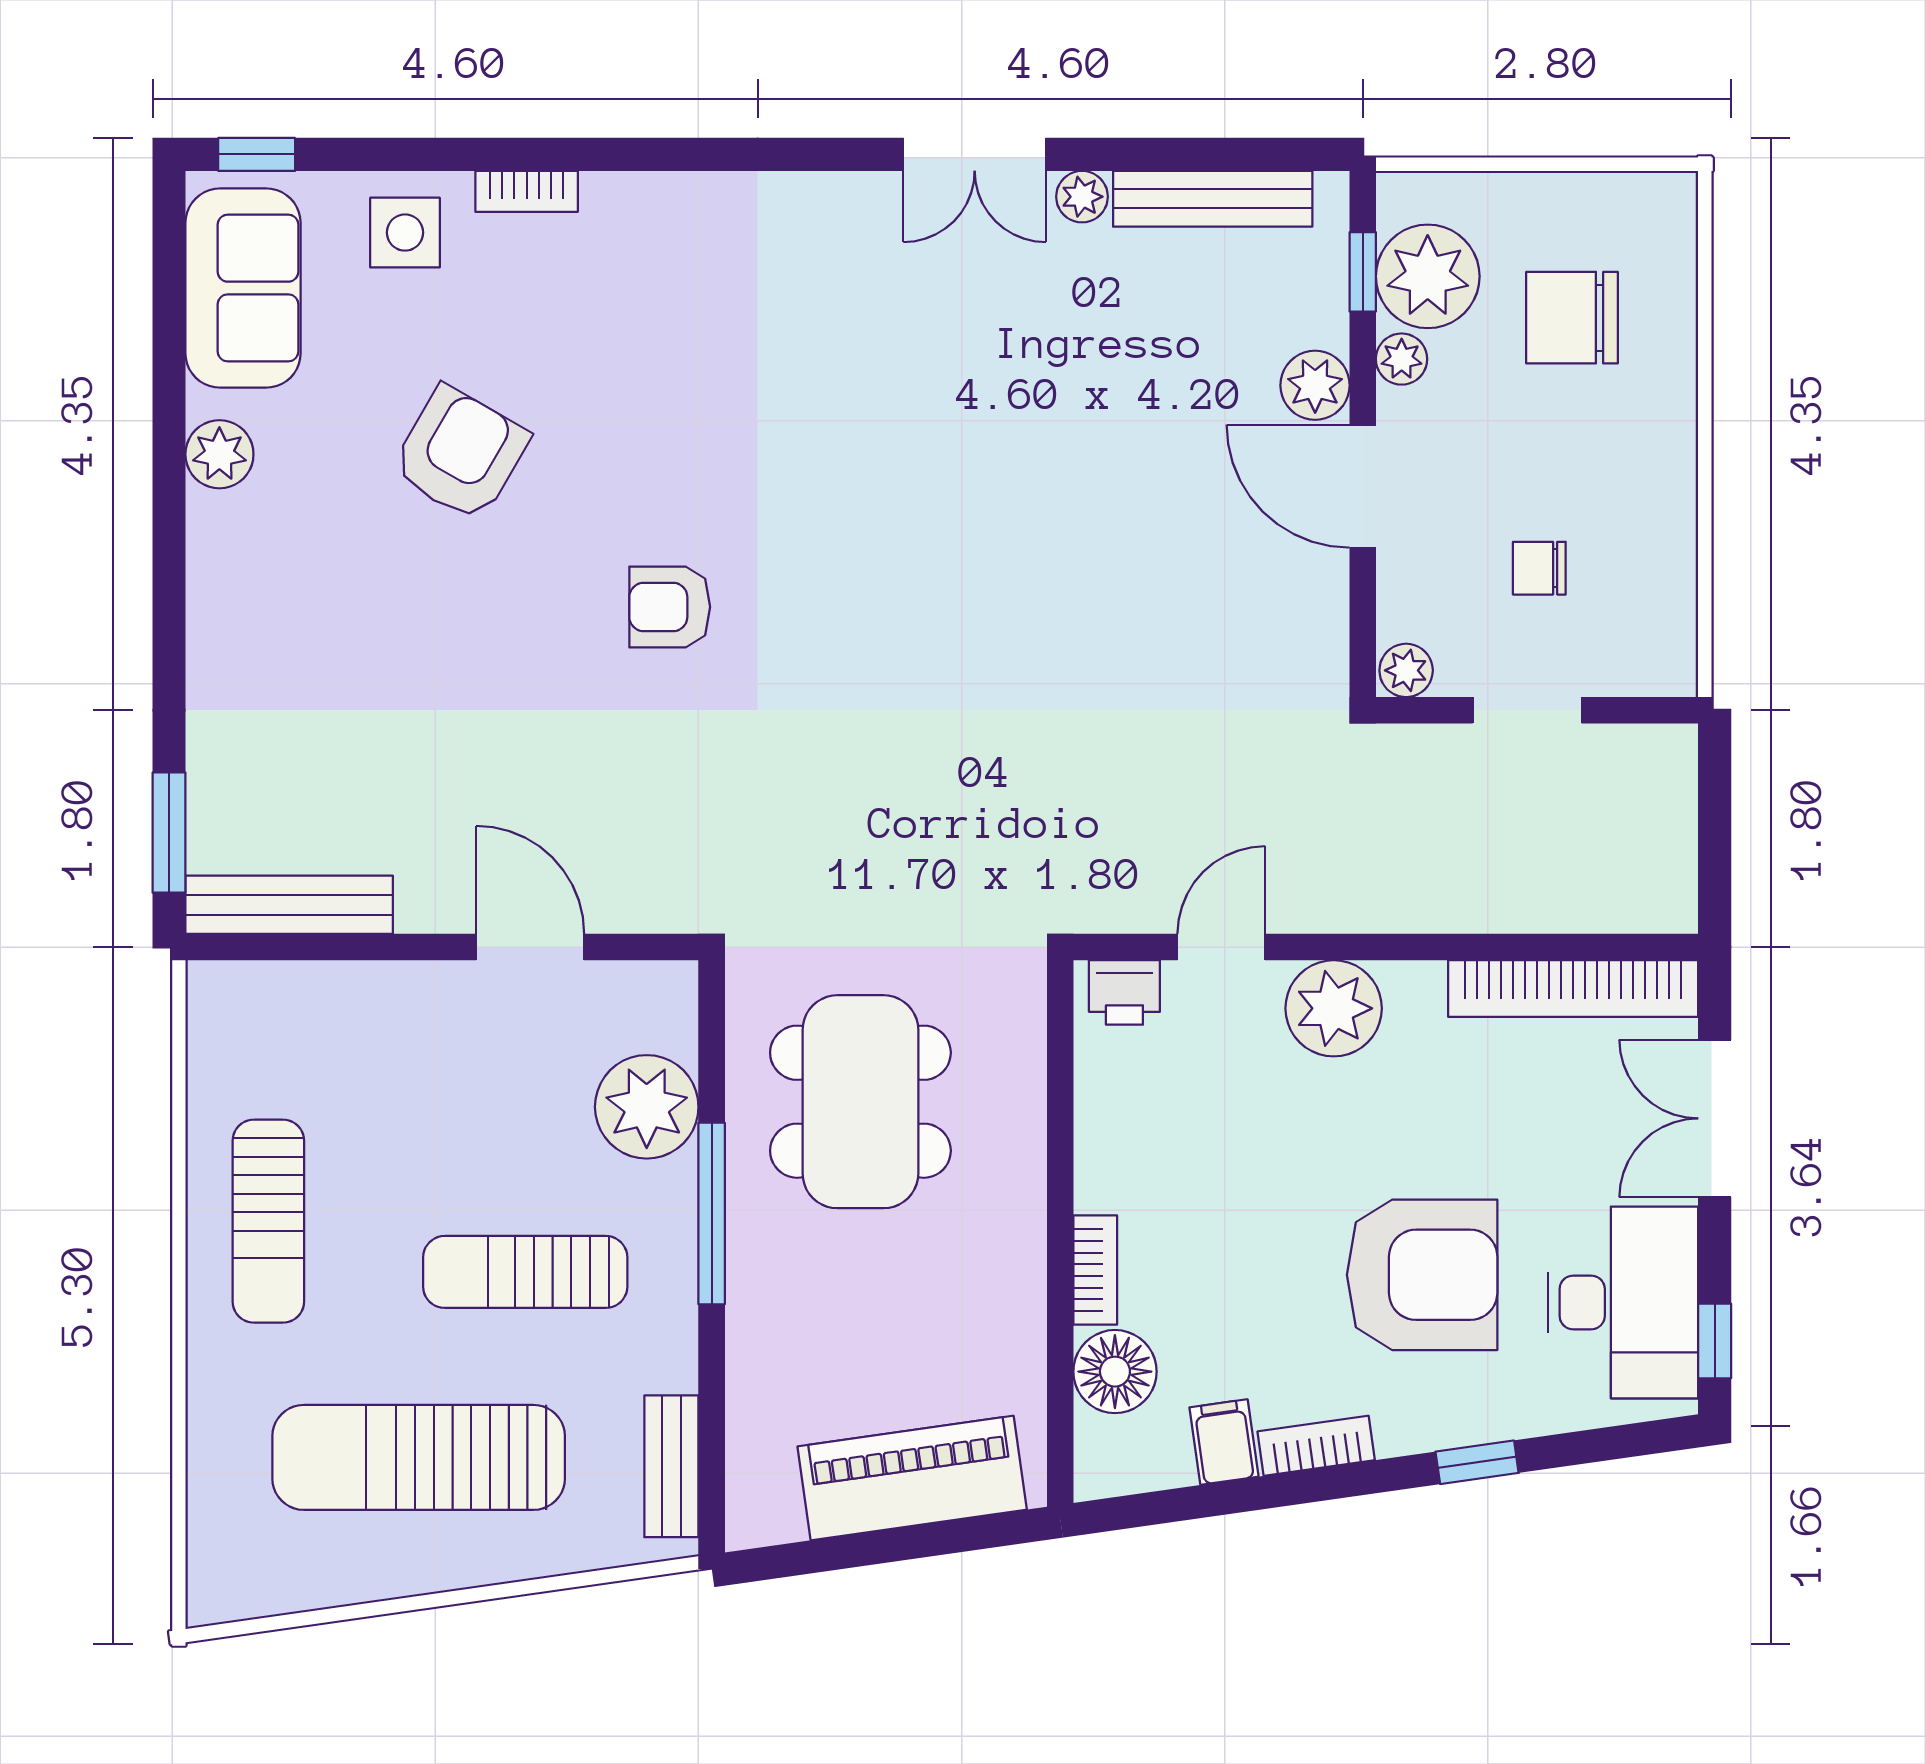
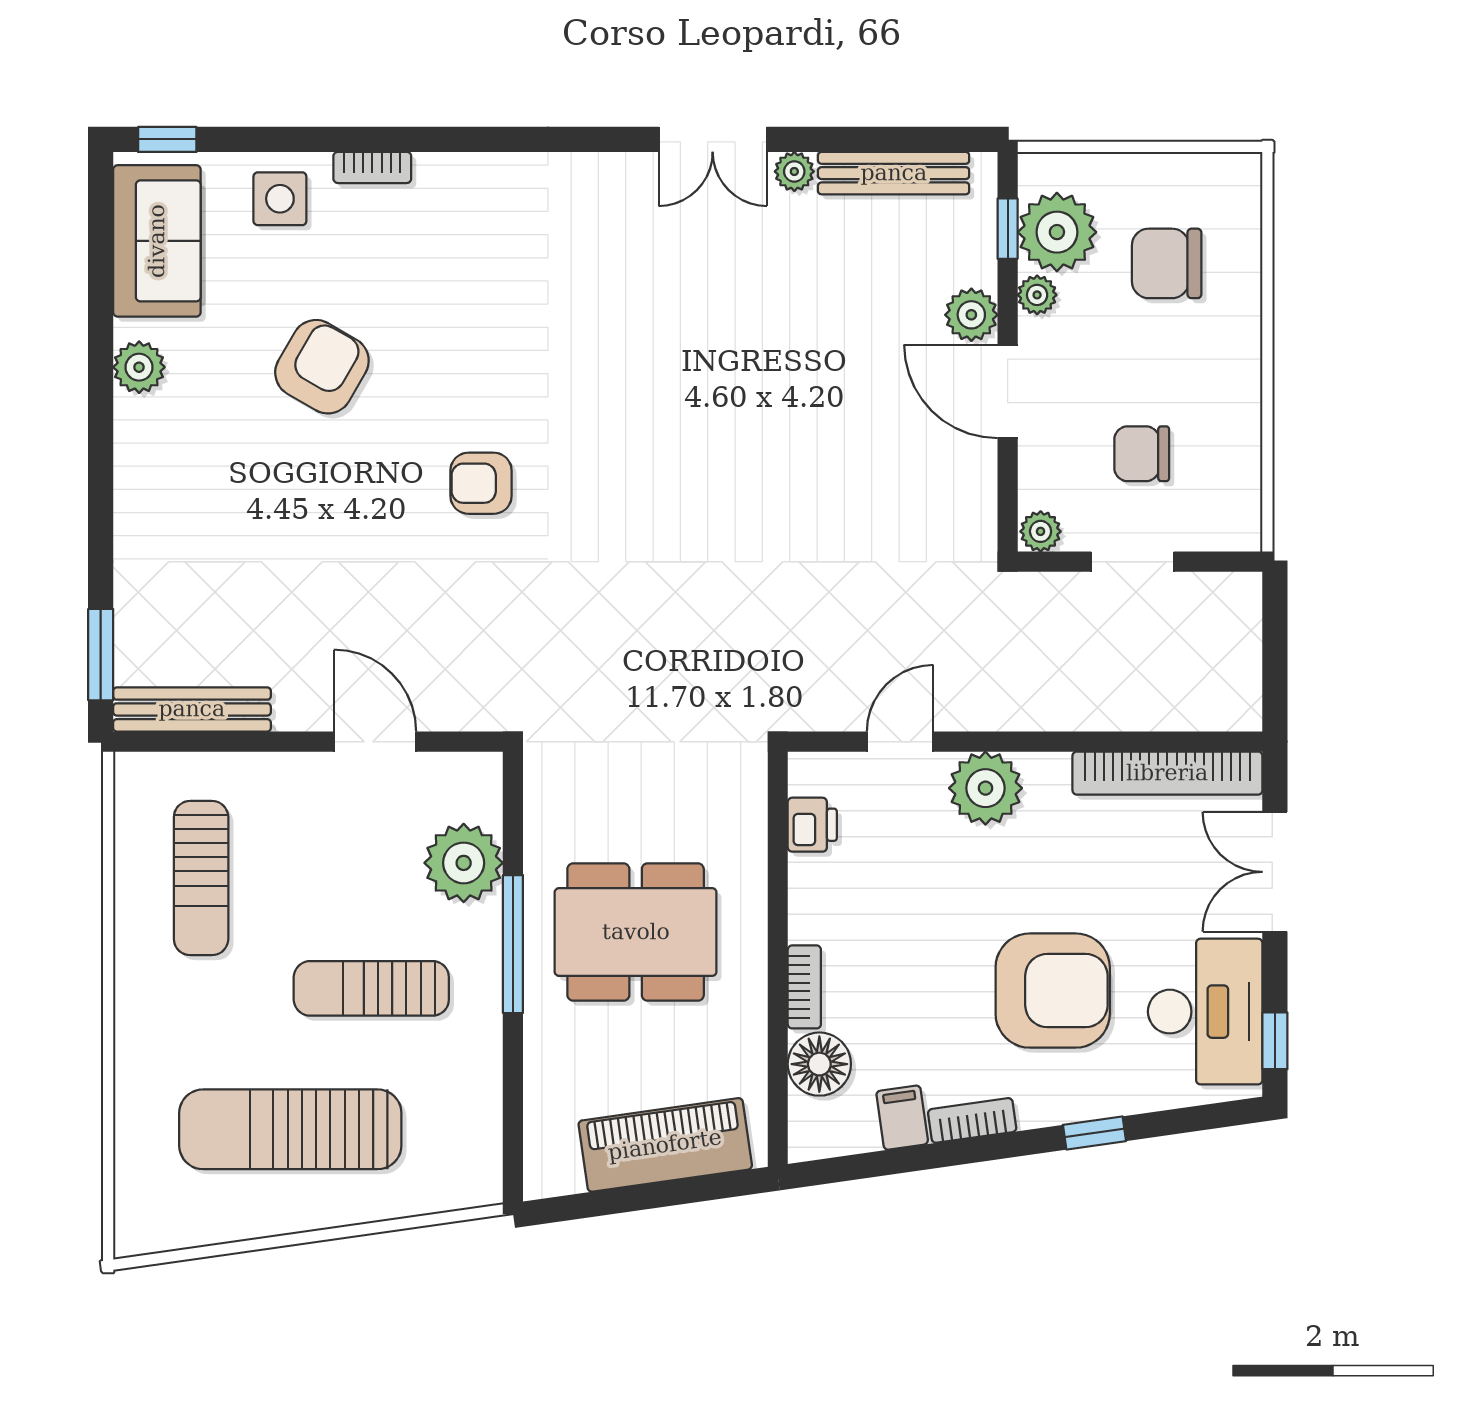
chair: (1539, 568) -> (1142, 454), width x1.37, depth x1.37
printer: (1124, 992) -> (812, 825), moved, turned -90
dining table: (860, 1102) -> (636, 932), moved, turned 90
sun lounger: (268, 1221) -> (201, 878), moved
bench: (671, 1466) -> (482, 1136), removed

